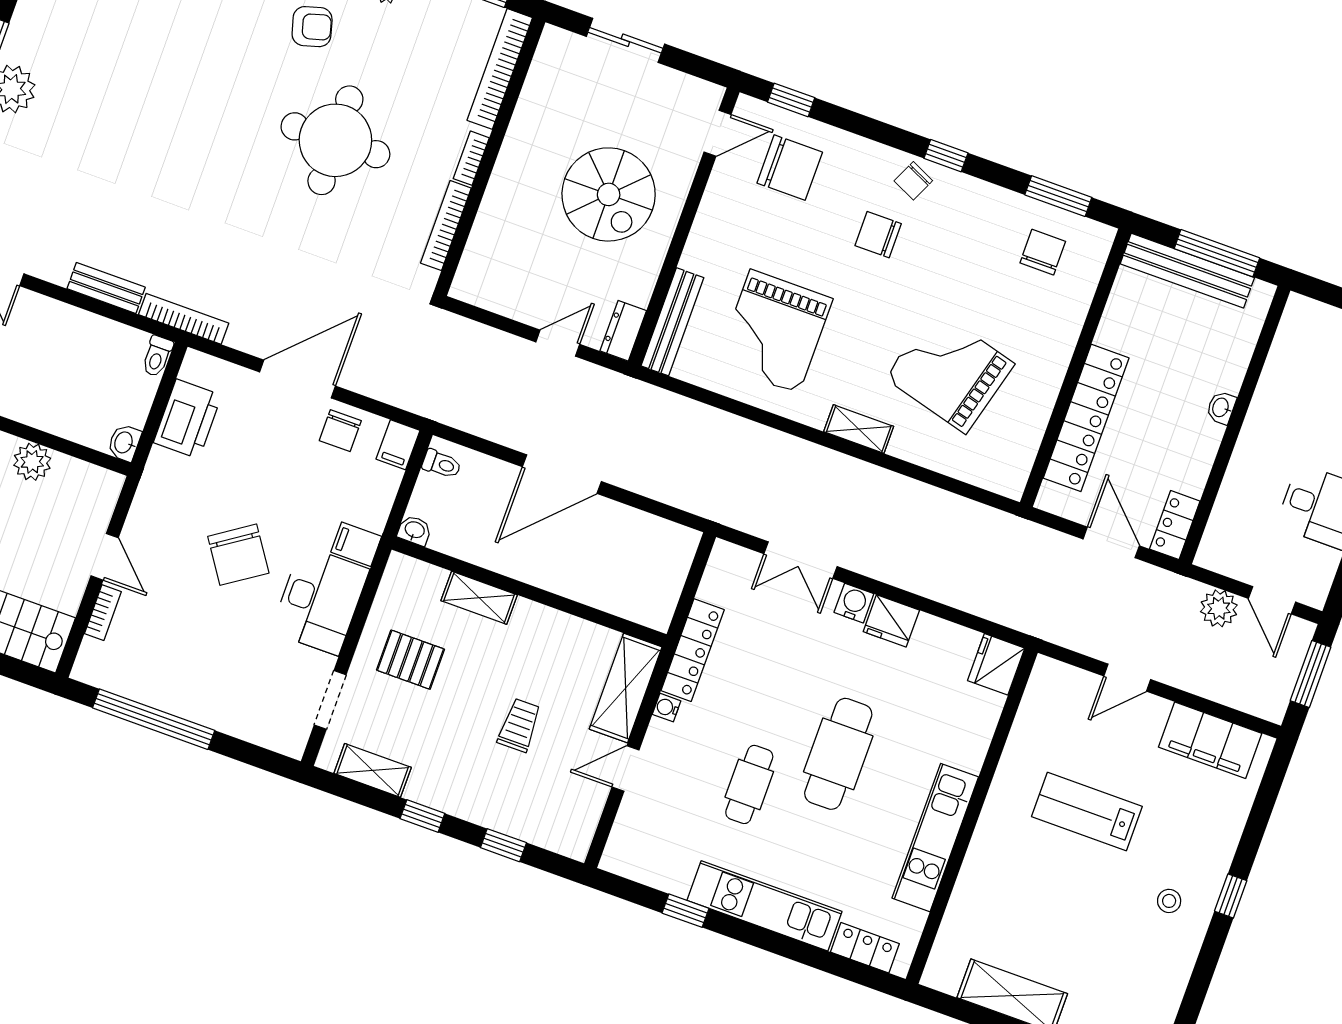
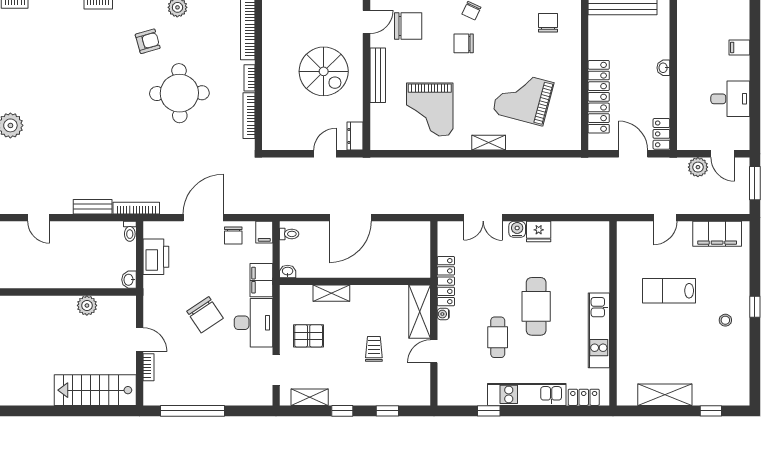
bench: (672, 322) -> (378, 75), moved
filing cabinet: (356, 544) -> (261, 280), width x2.00
fridge: (996, 664) -> (598, 234), removed

